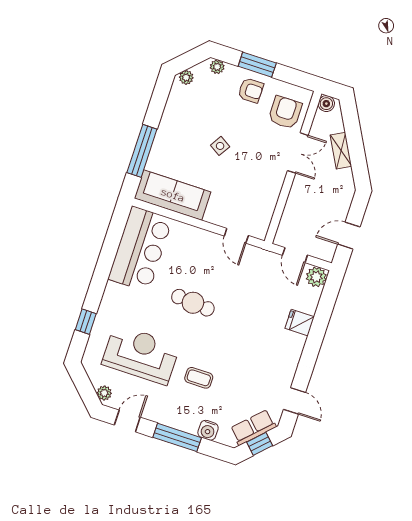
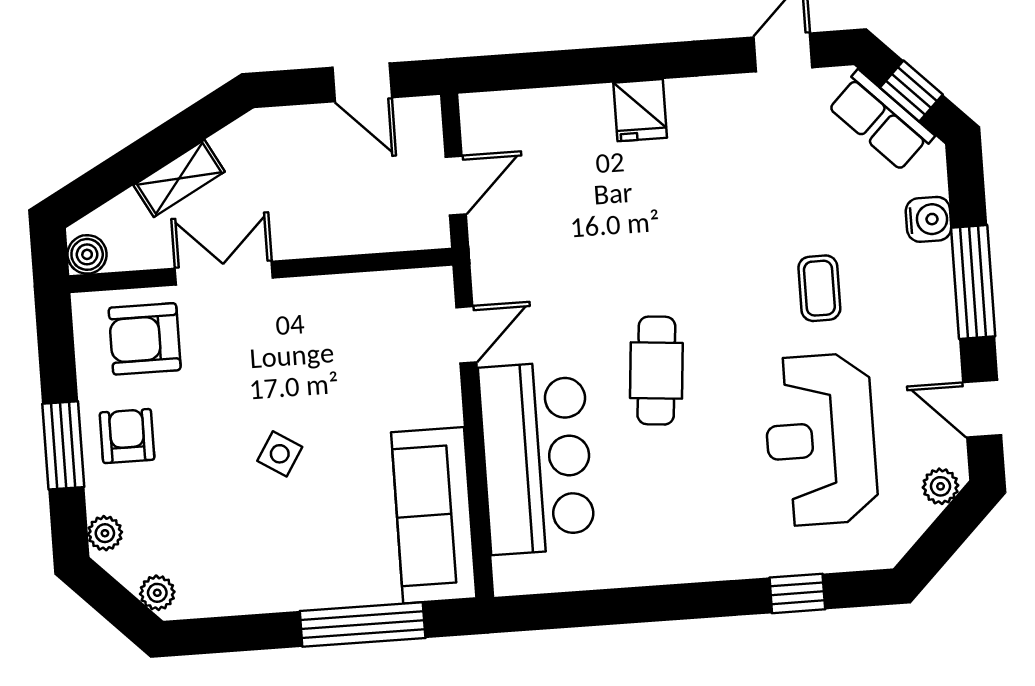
bar counter: (140, 249) -> (537, 458), moved, turned 90
plant: (316, 277) -> (485, 118), removed
fridge: (300, 323) -> (640, 110), moved

